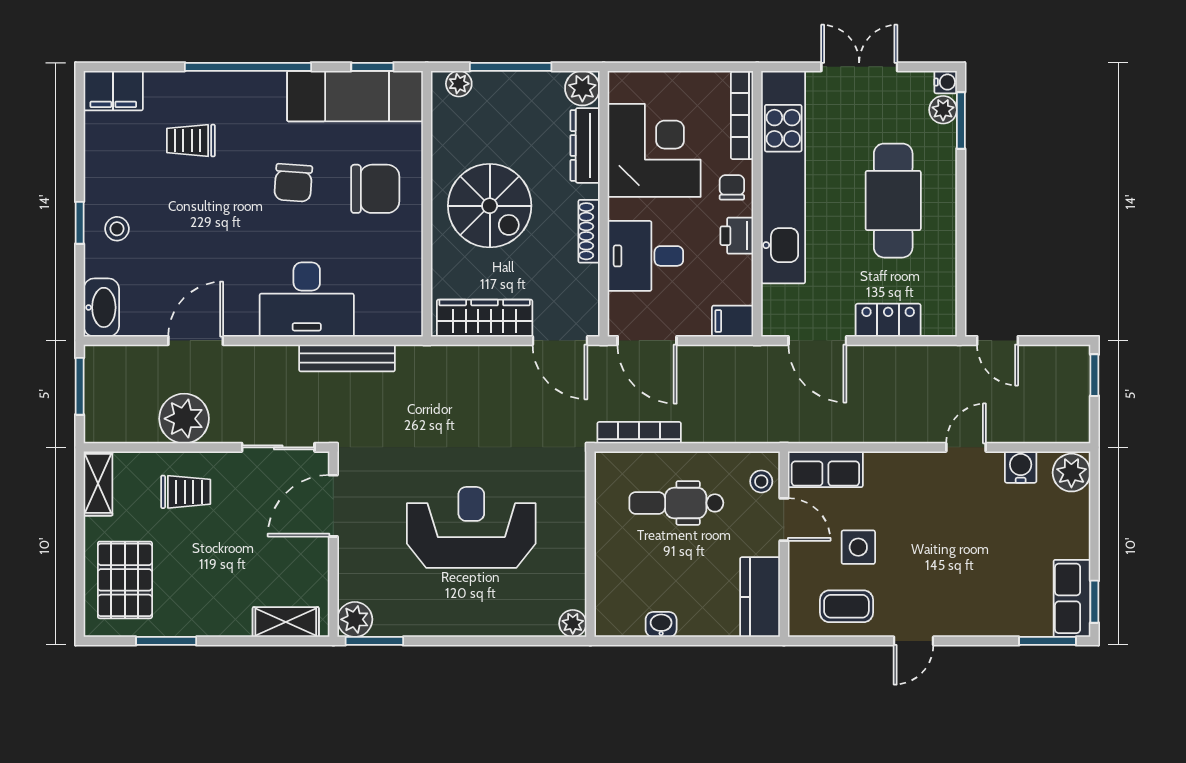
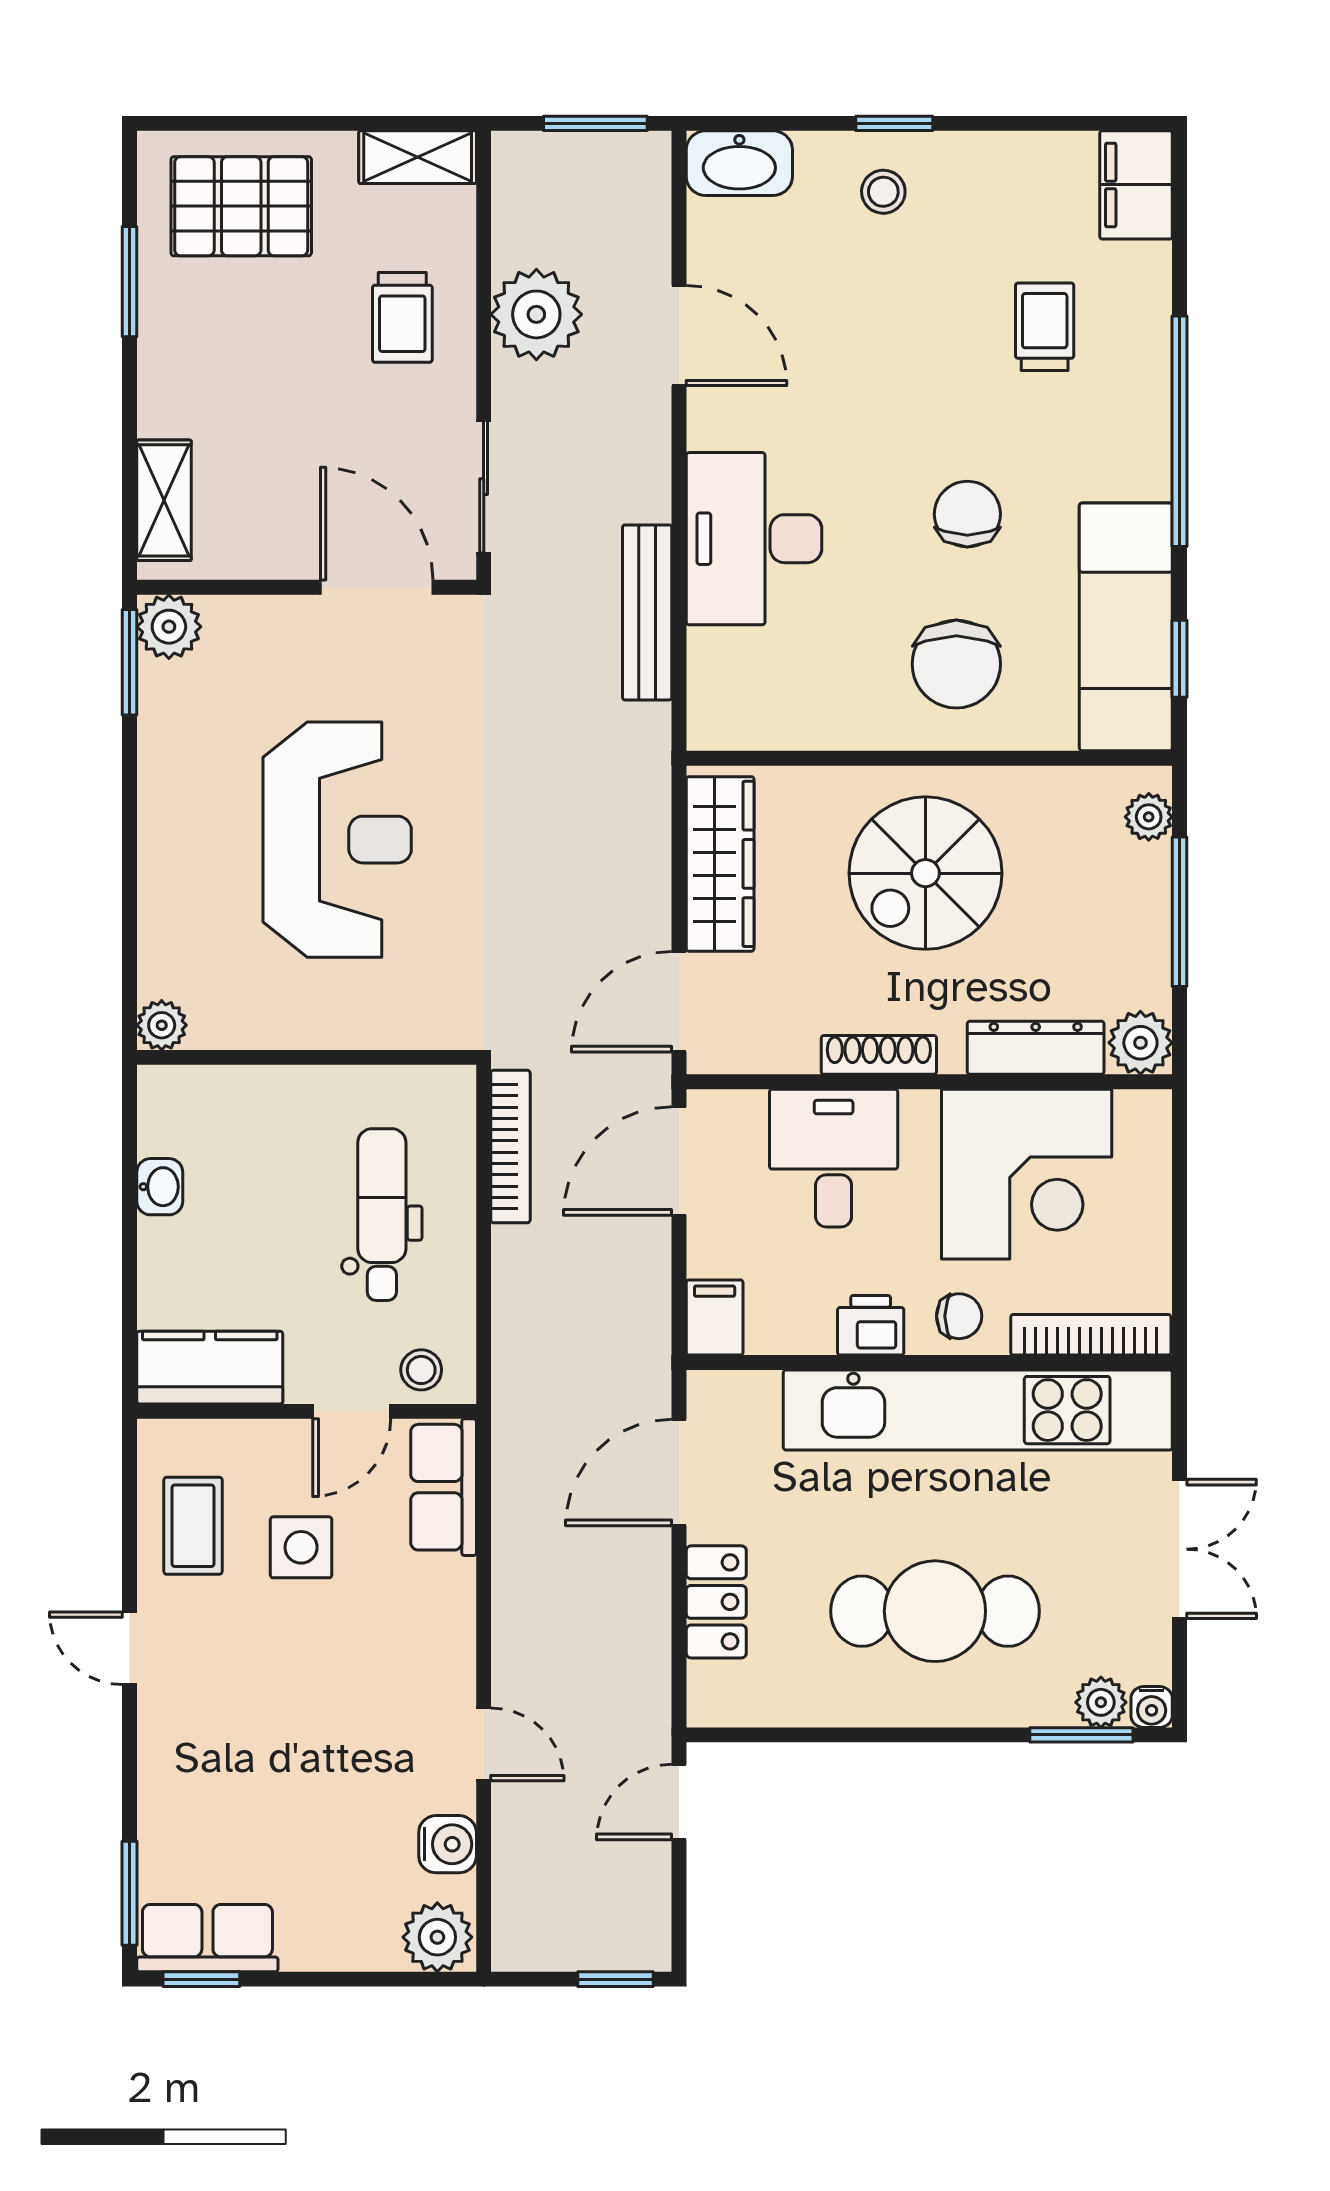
chair: (293, 183) -> (967, 514), turned 86

